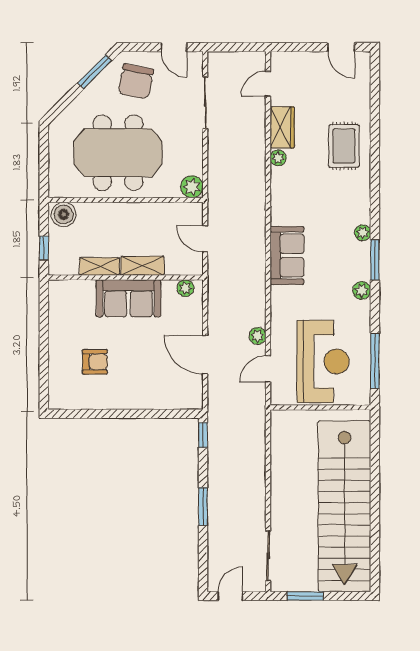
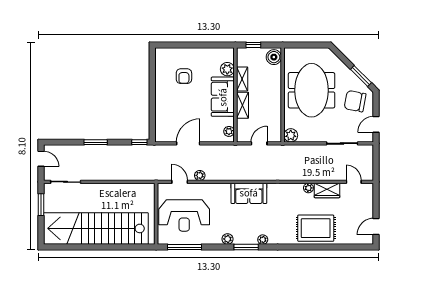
rug: (344, 146) -> (316, 228), width x1.36, depth x1.43
plant: (83, 291) -> (227, 69), added

